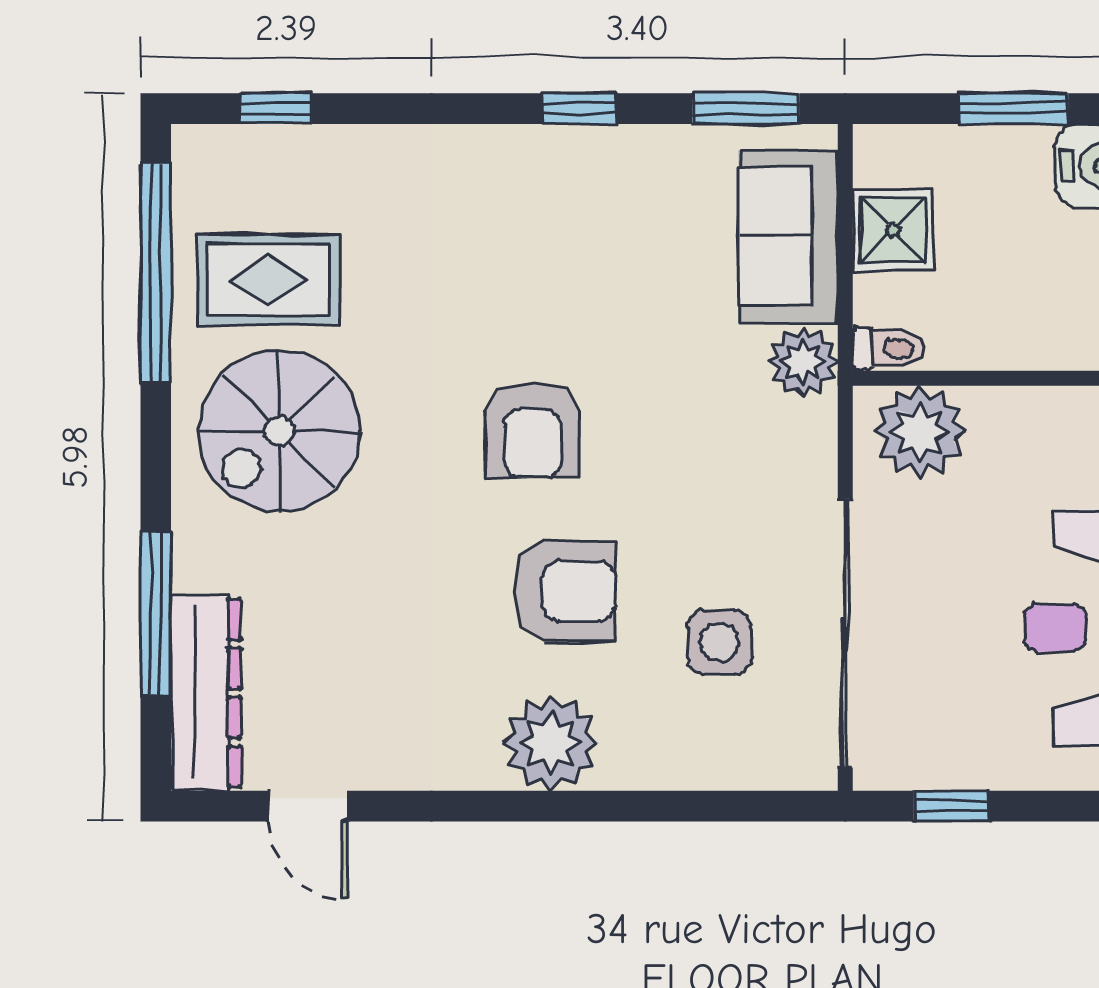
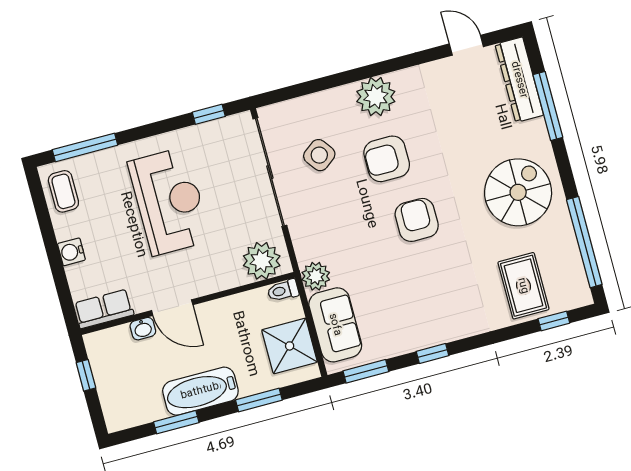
shower: (893, 230) -> (290, 346), width x1.36, depth x1.36
rug: (268, 280) -> (523, 286), moved, turned 90
side table: (719, 642) -> (319, 155), turned -37

